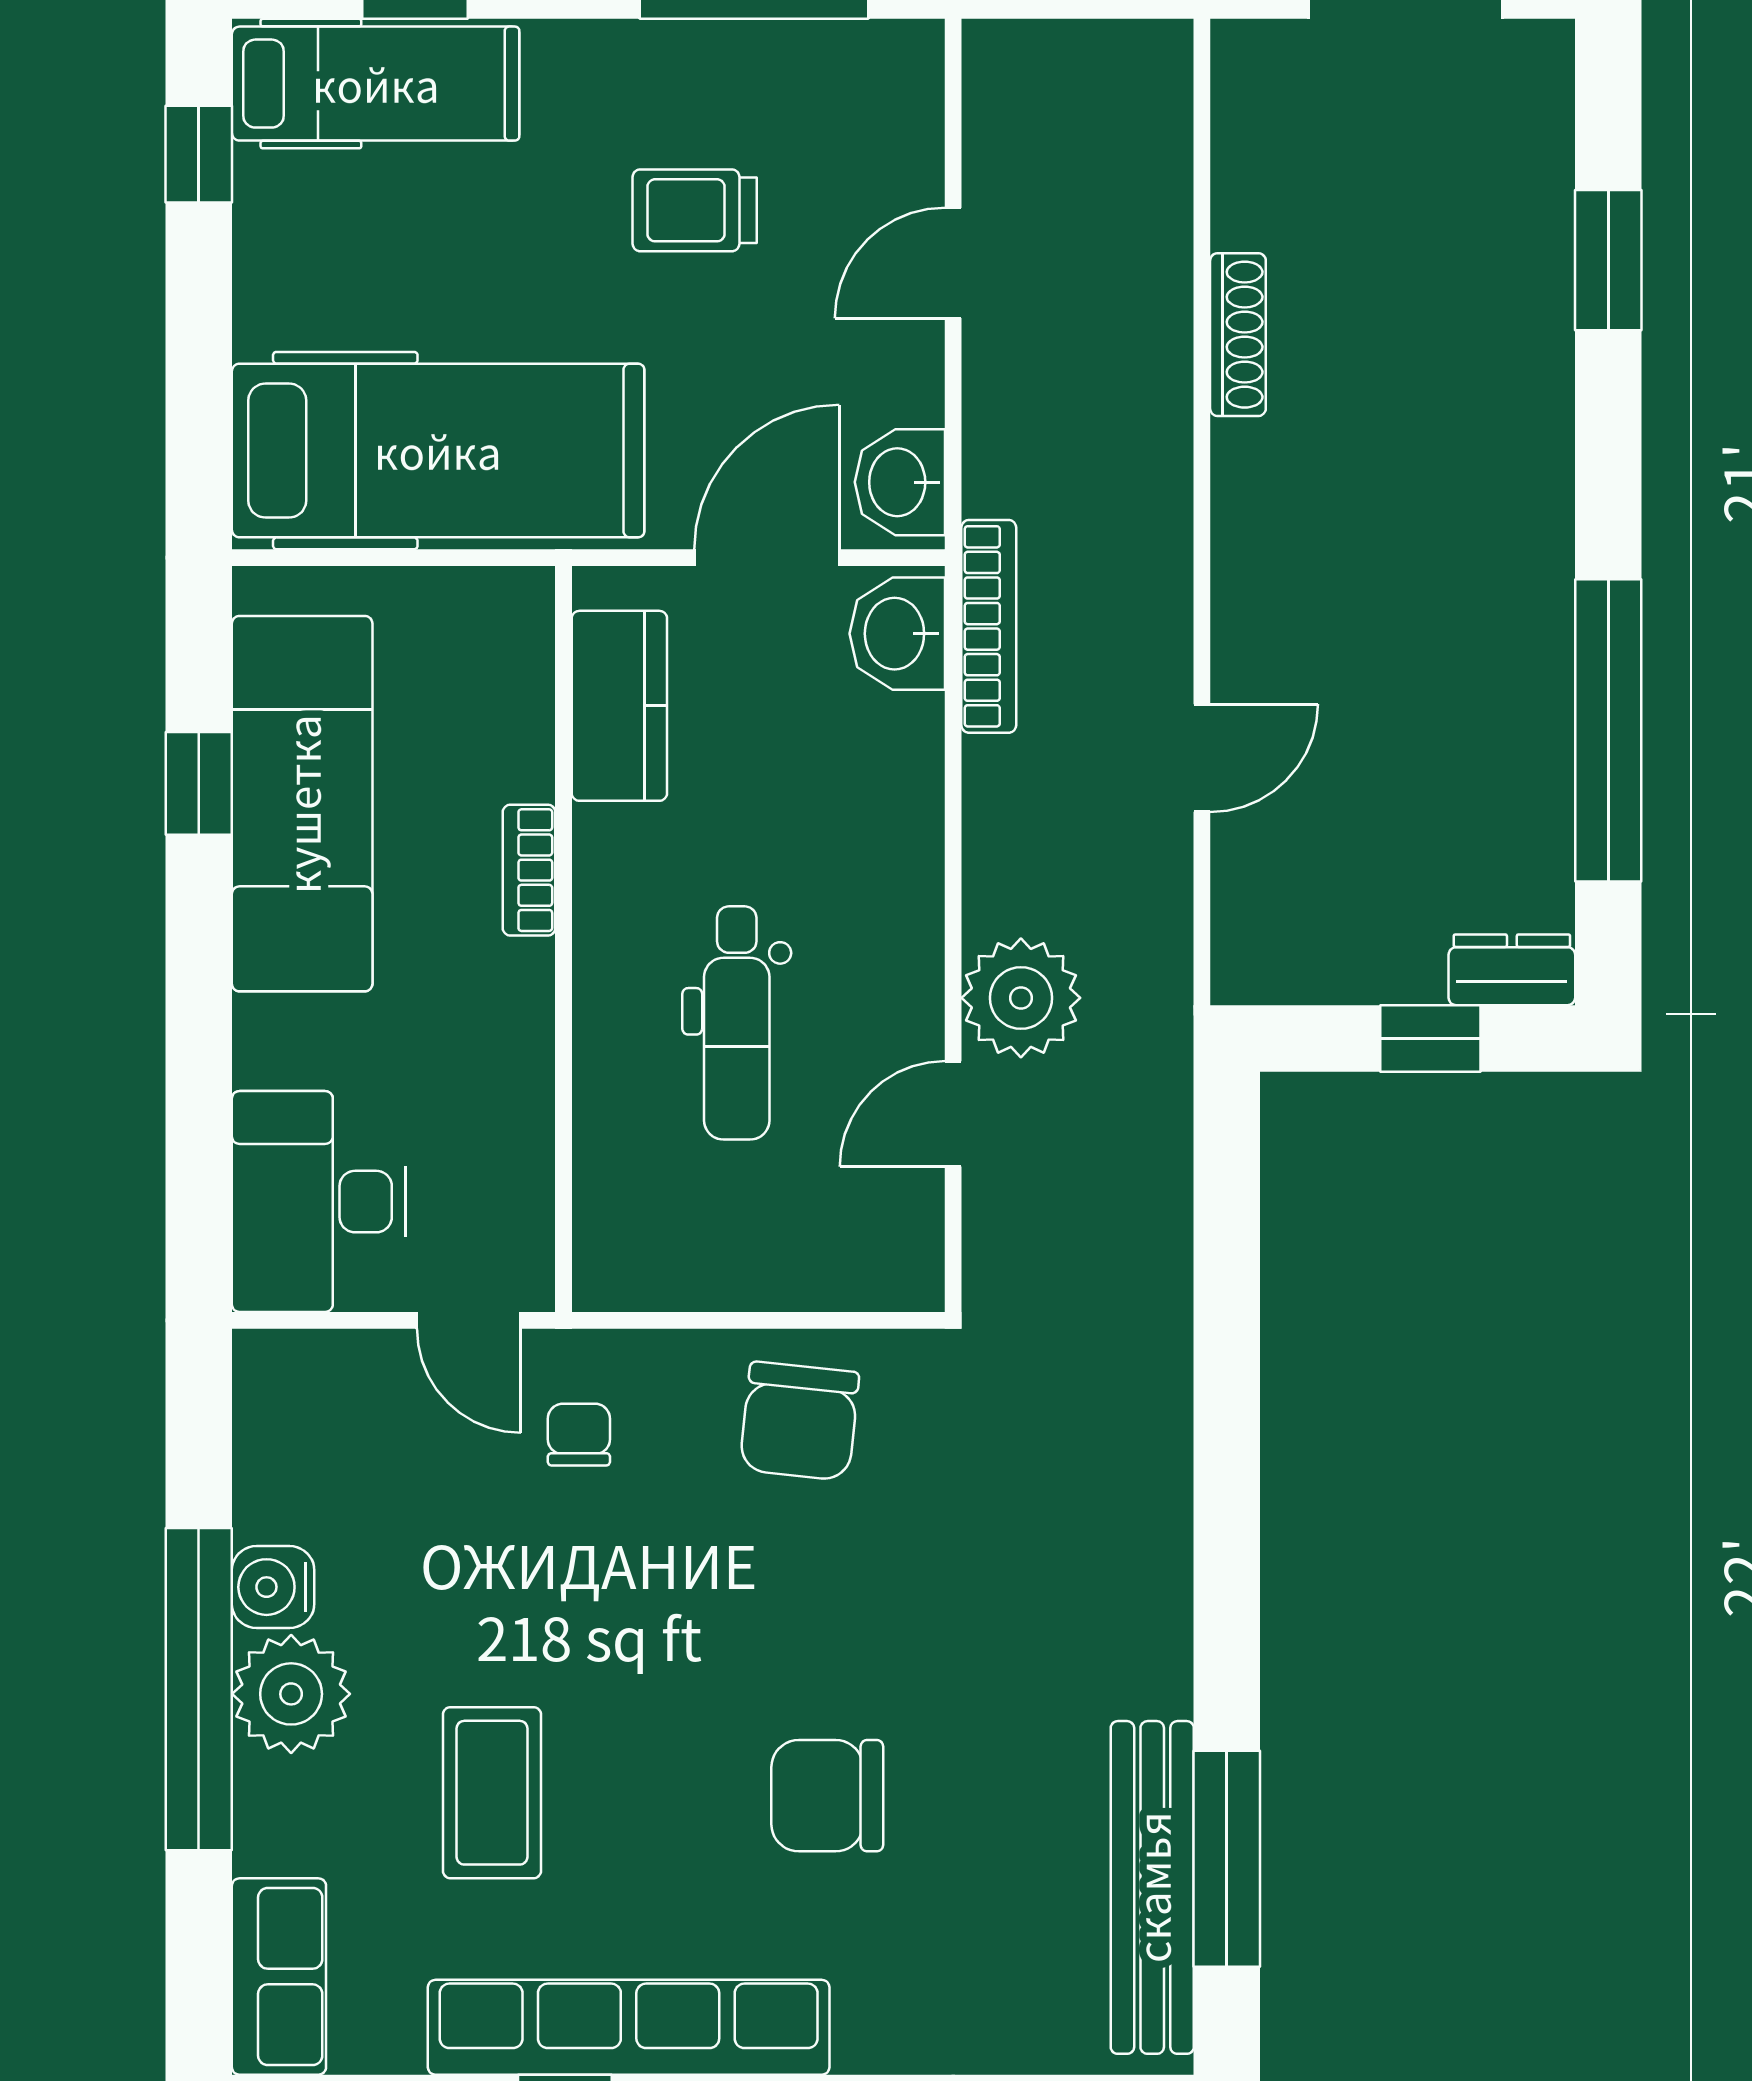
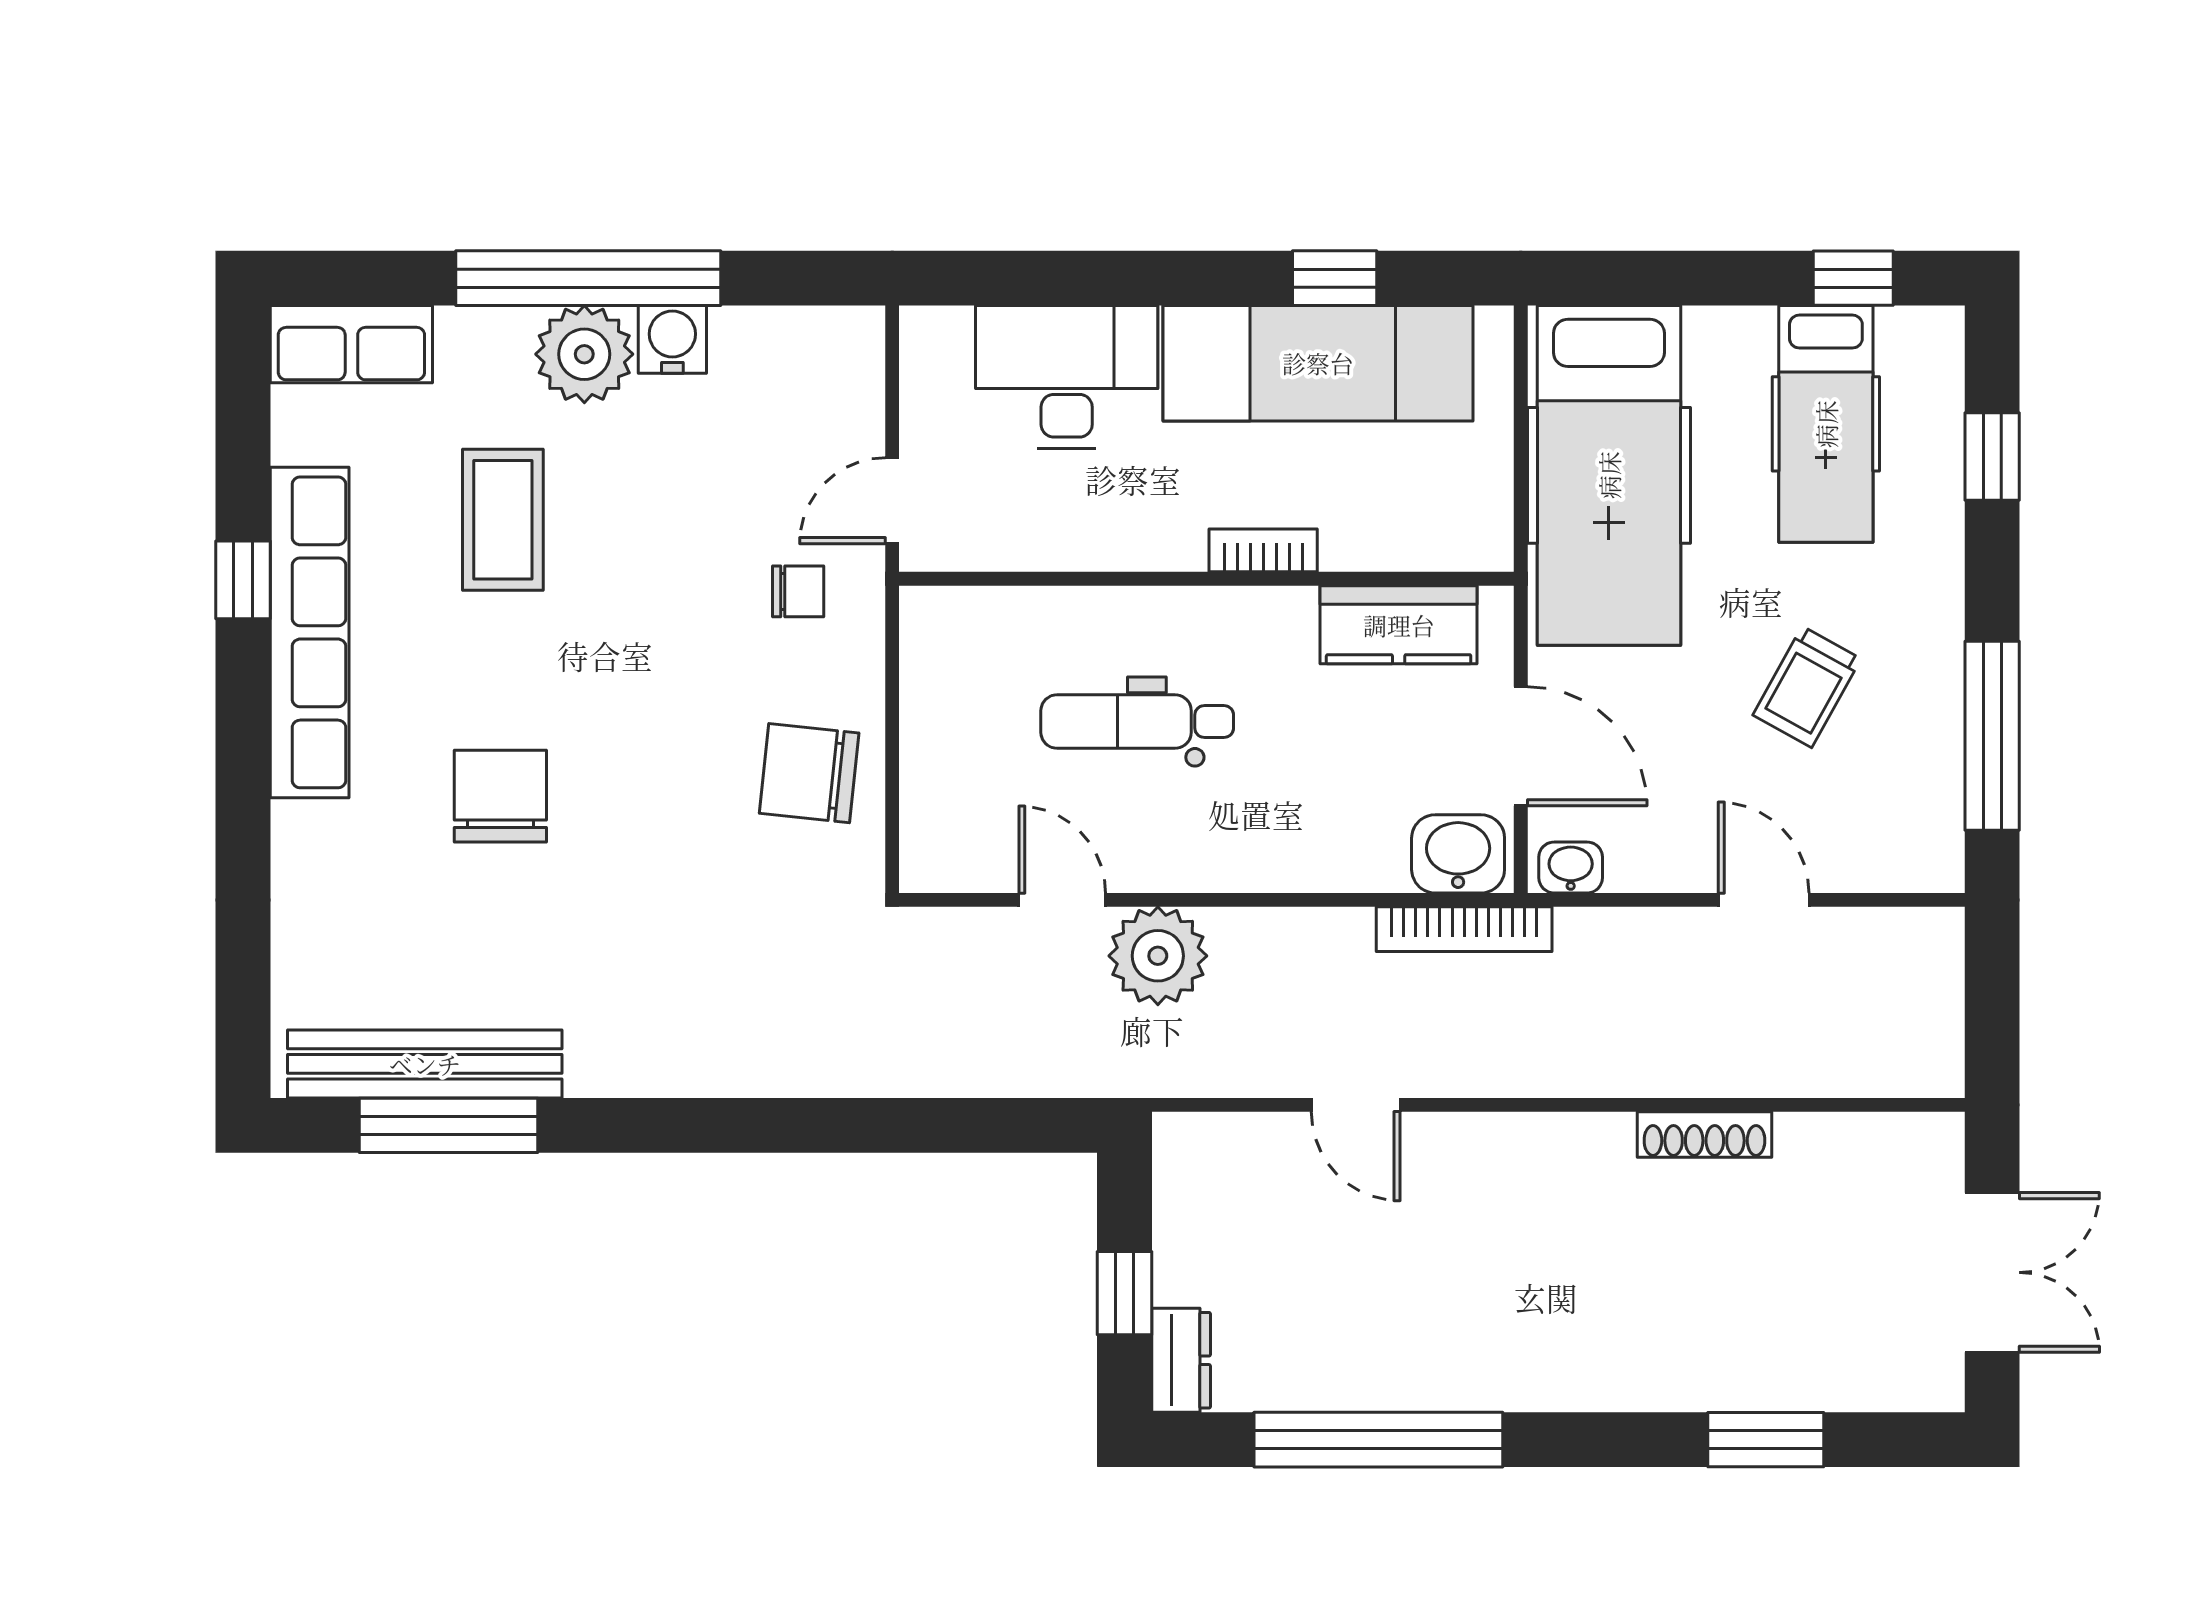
hospital bed: (376, 84) -> (1826, 424), moved
trolley: (695, 210) -> (1807, 687), turned -151
washbasin: (900, 482) -> (1571, 867), width x0.72, depth x0.69
desk: (319, 1202) -> (1067, 377), moved
coffee table: (492, 1793) -> (503, 520), turned 90

